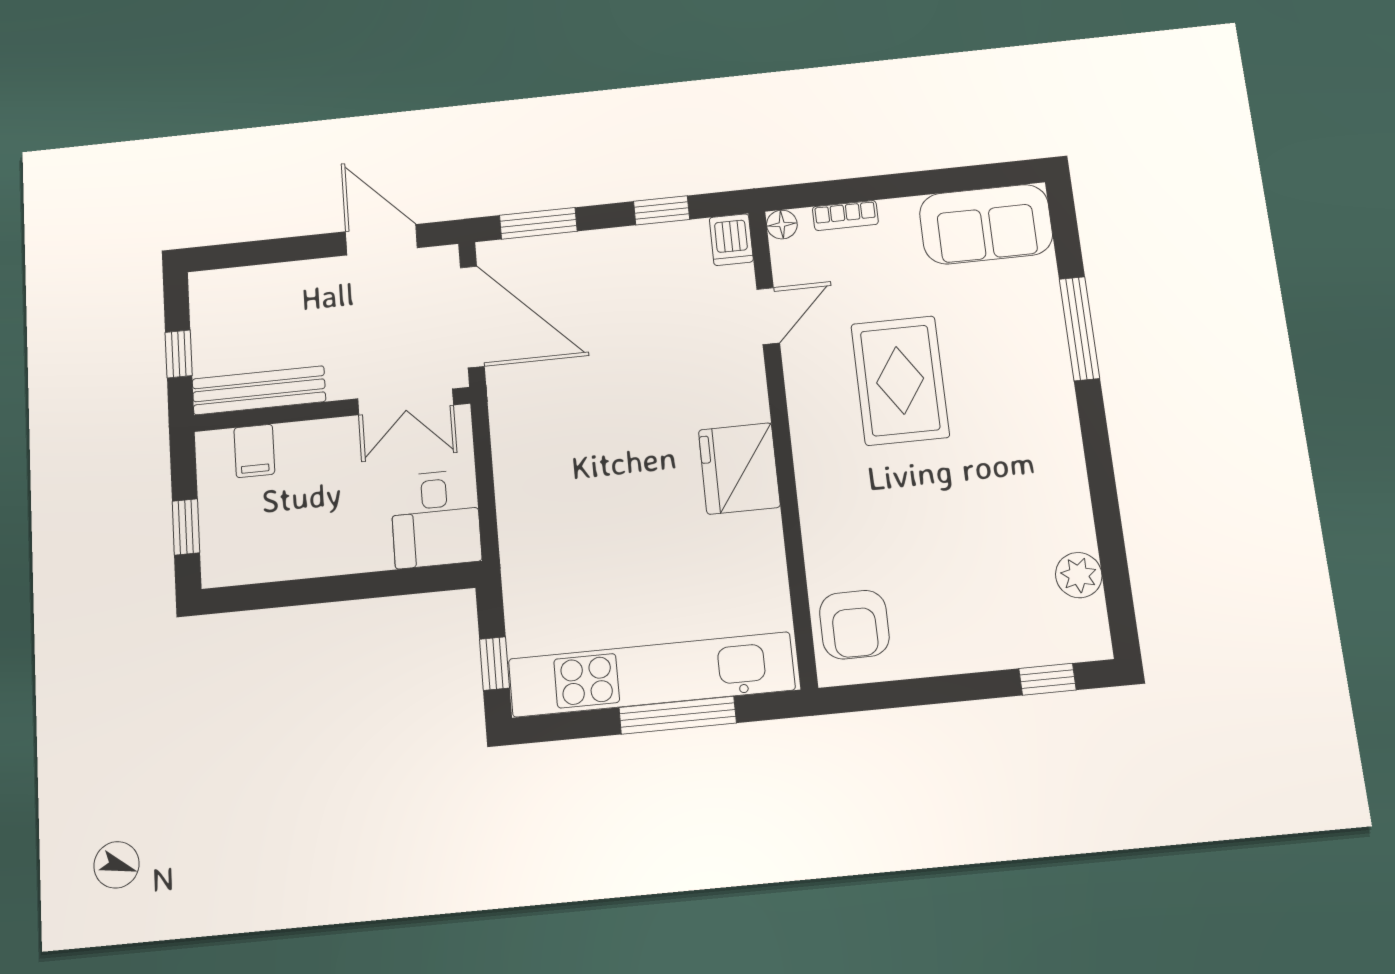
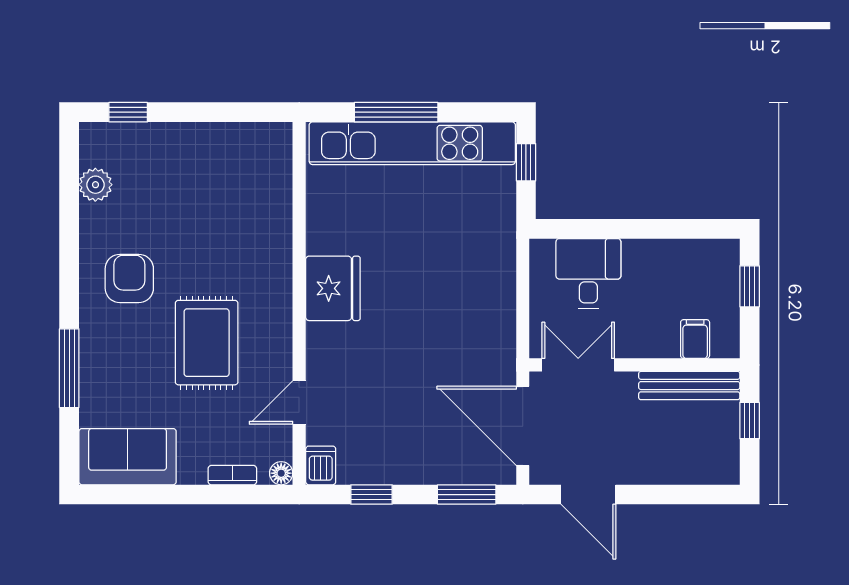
desk: (436, 519) -> (588, 274), moved
armchair: (854, 625) -> (129, 278), moved

